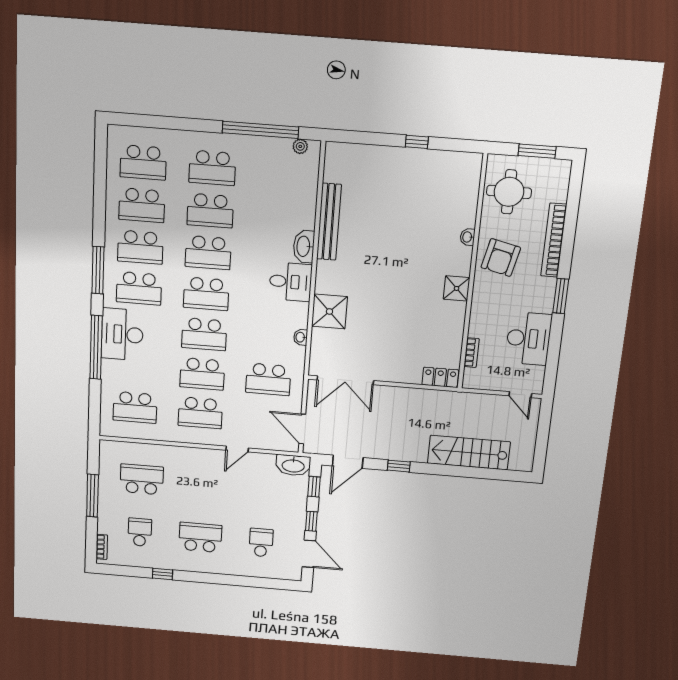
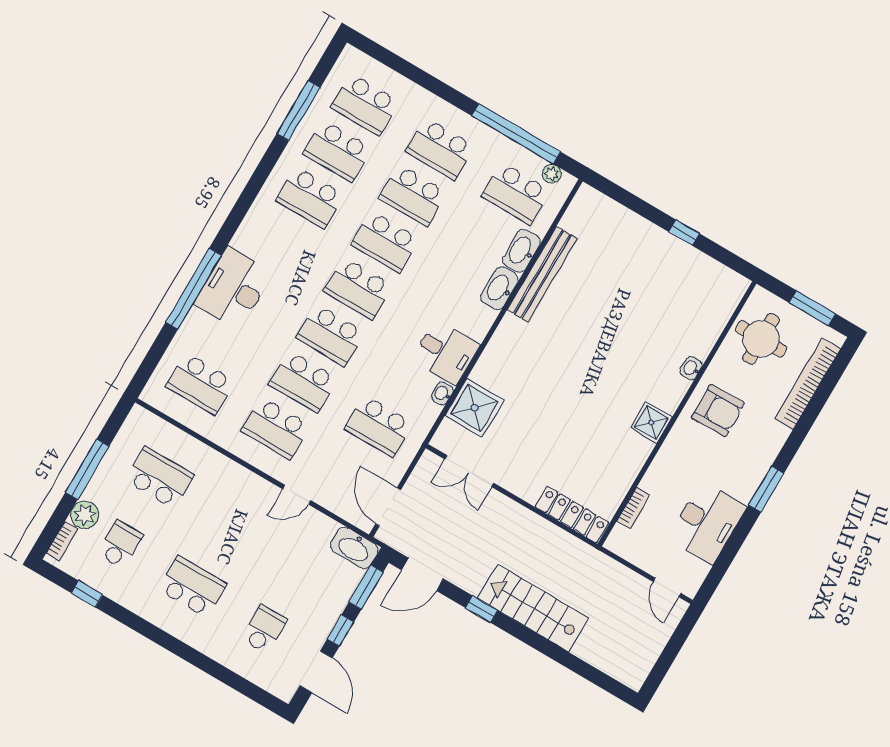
washbasin: (306, 212) -> (521, 251), added
bookcase: (554, 240) -> (808, 384), moved
armchair: (501, 258) -> (718, 410), turned -104
window: (98, 270) -> (299, 110), moved
desk: (291, 282) -> (446, 352), moved
school desk: (139, 288) -> (516, 193), moved
shower: (329, 311) -> (474, 408), moved
locker: (440, 377) -> (572, 515), width x1.53
double door: (345, 380) -> (469, 471), width x0.73
stairs: (469, 453) -> (533, 608), moved
window: (314, 487) -> (366, 587), width x1.50
plant: (107, 524) -> (85, 515), added
window: (163, 574) -> (87, 594), moved

